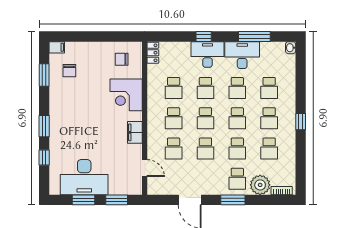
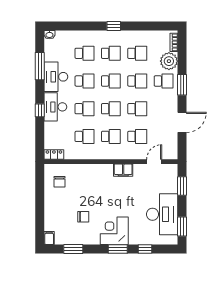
chair: (69, 71) -> (83, 217), moved
corner desk: (126, 95) -> (114, 231), moved, turned 180
window: (83, 200) -> (182, 227), moved

